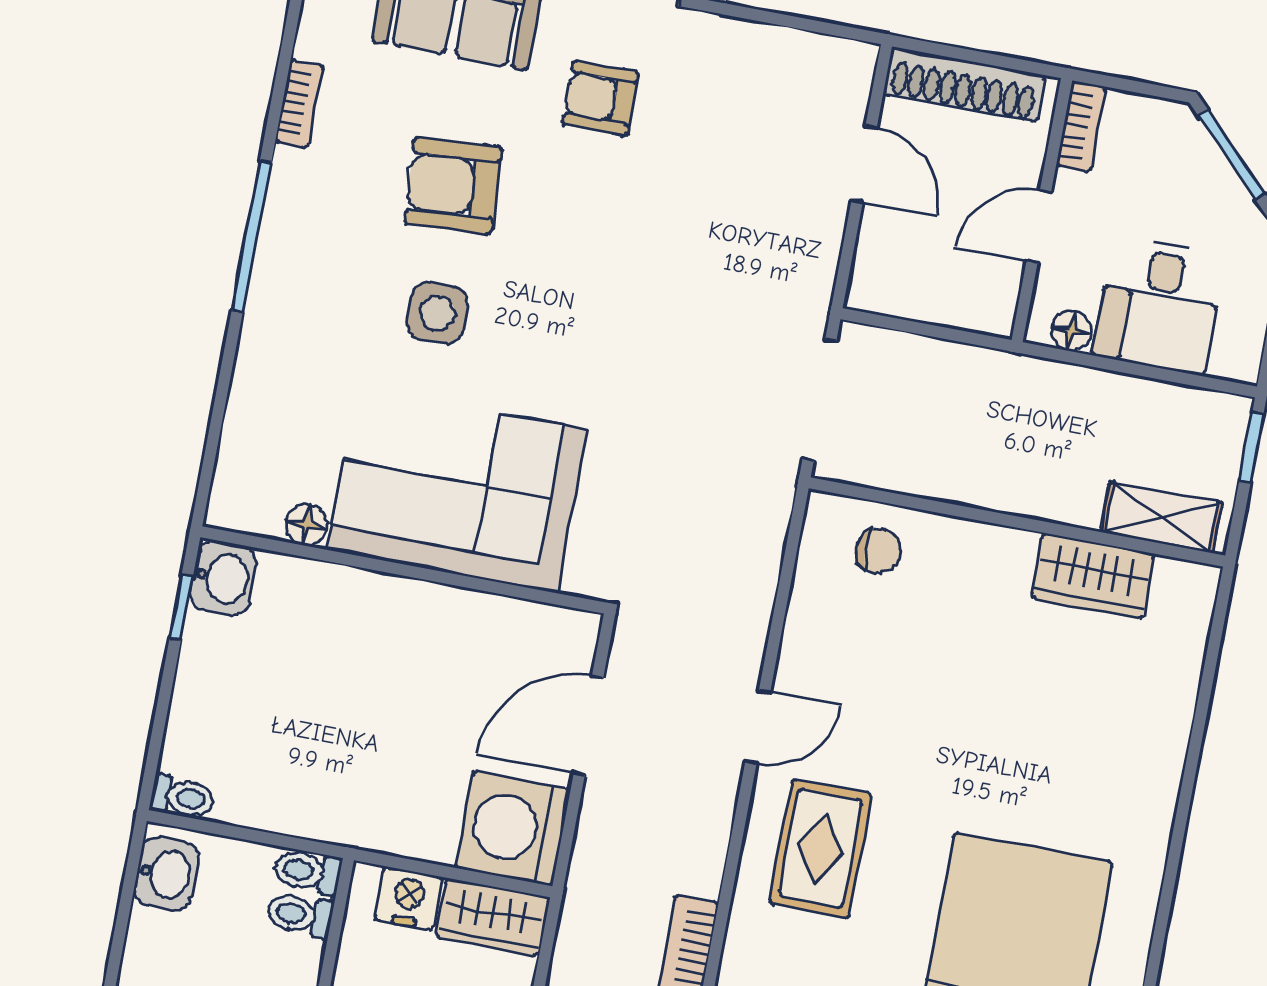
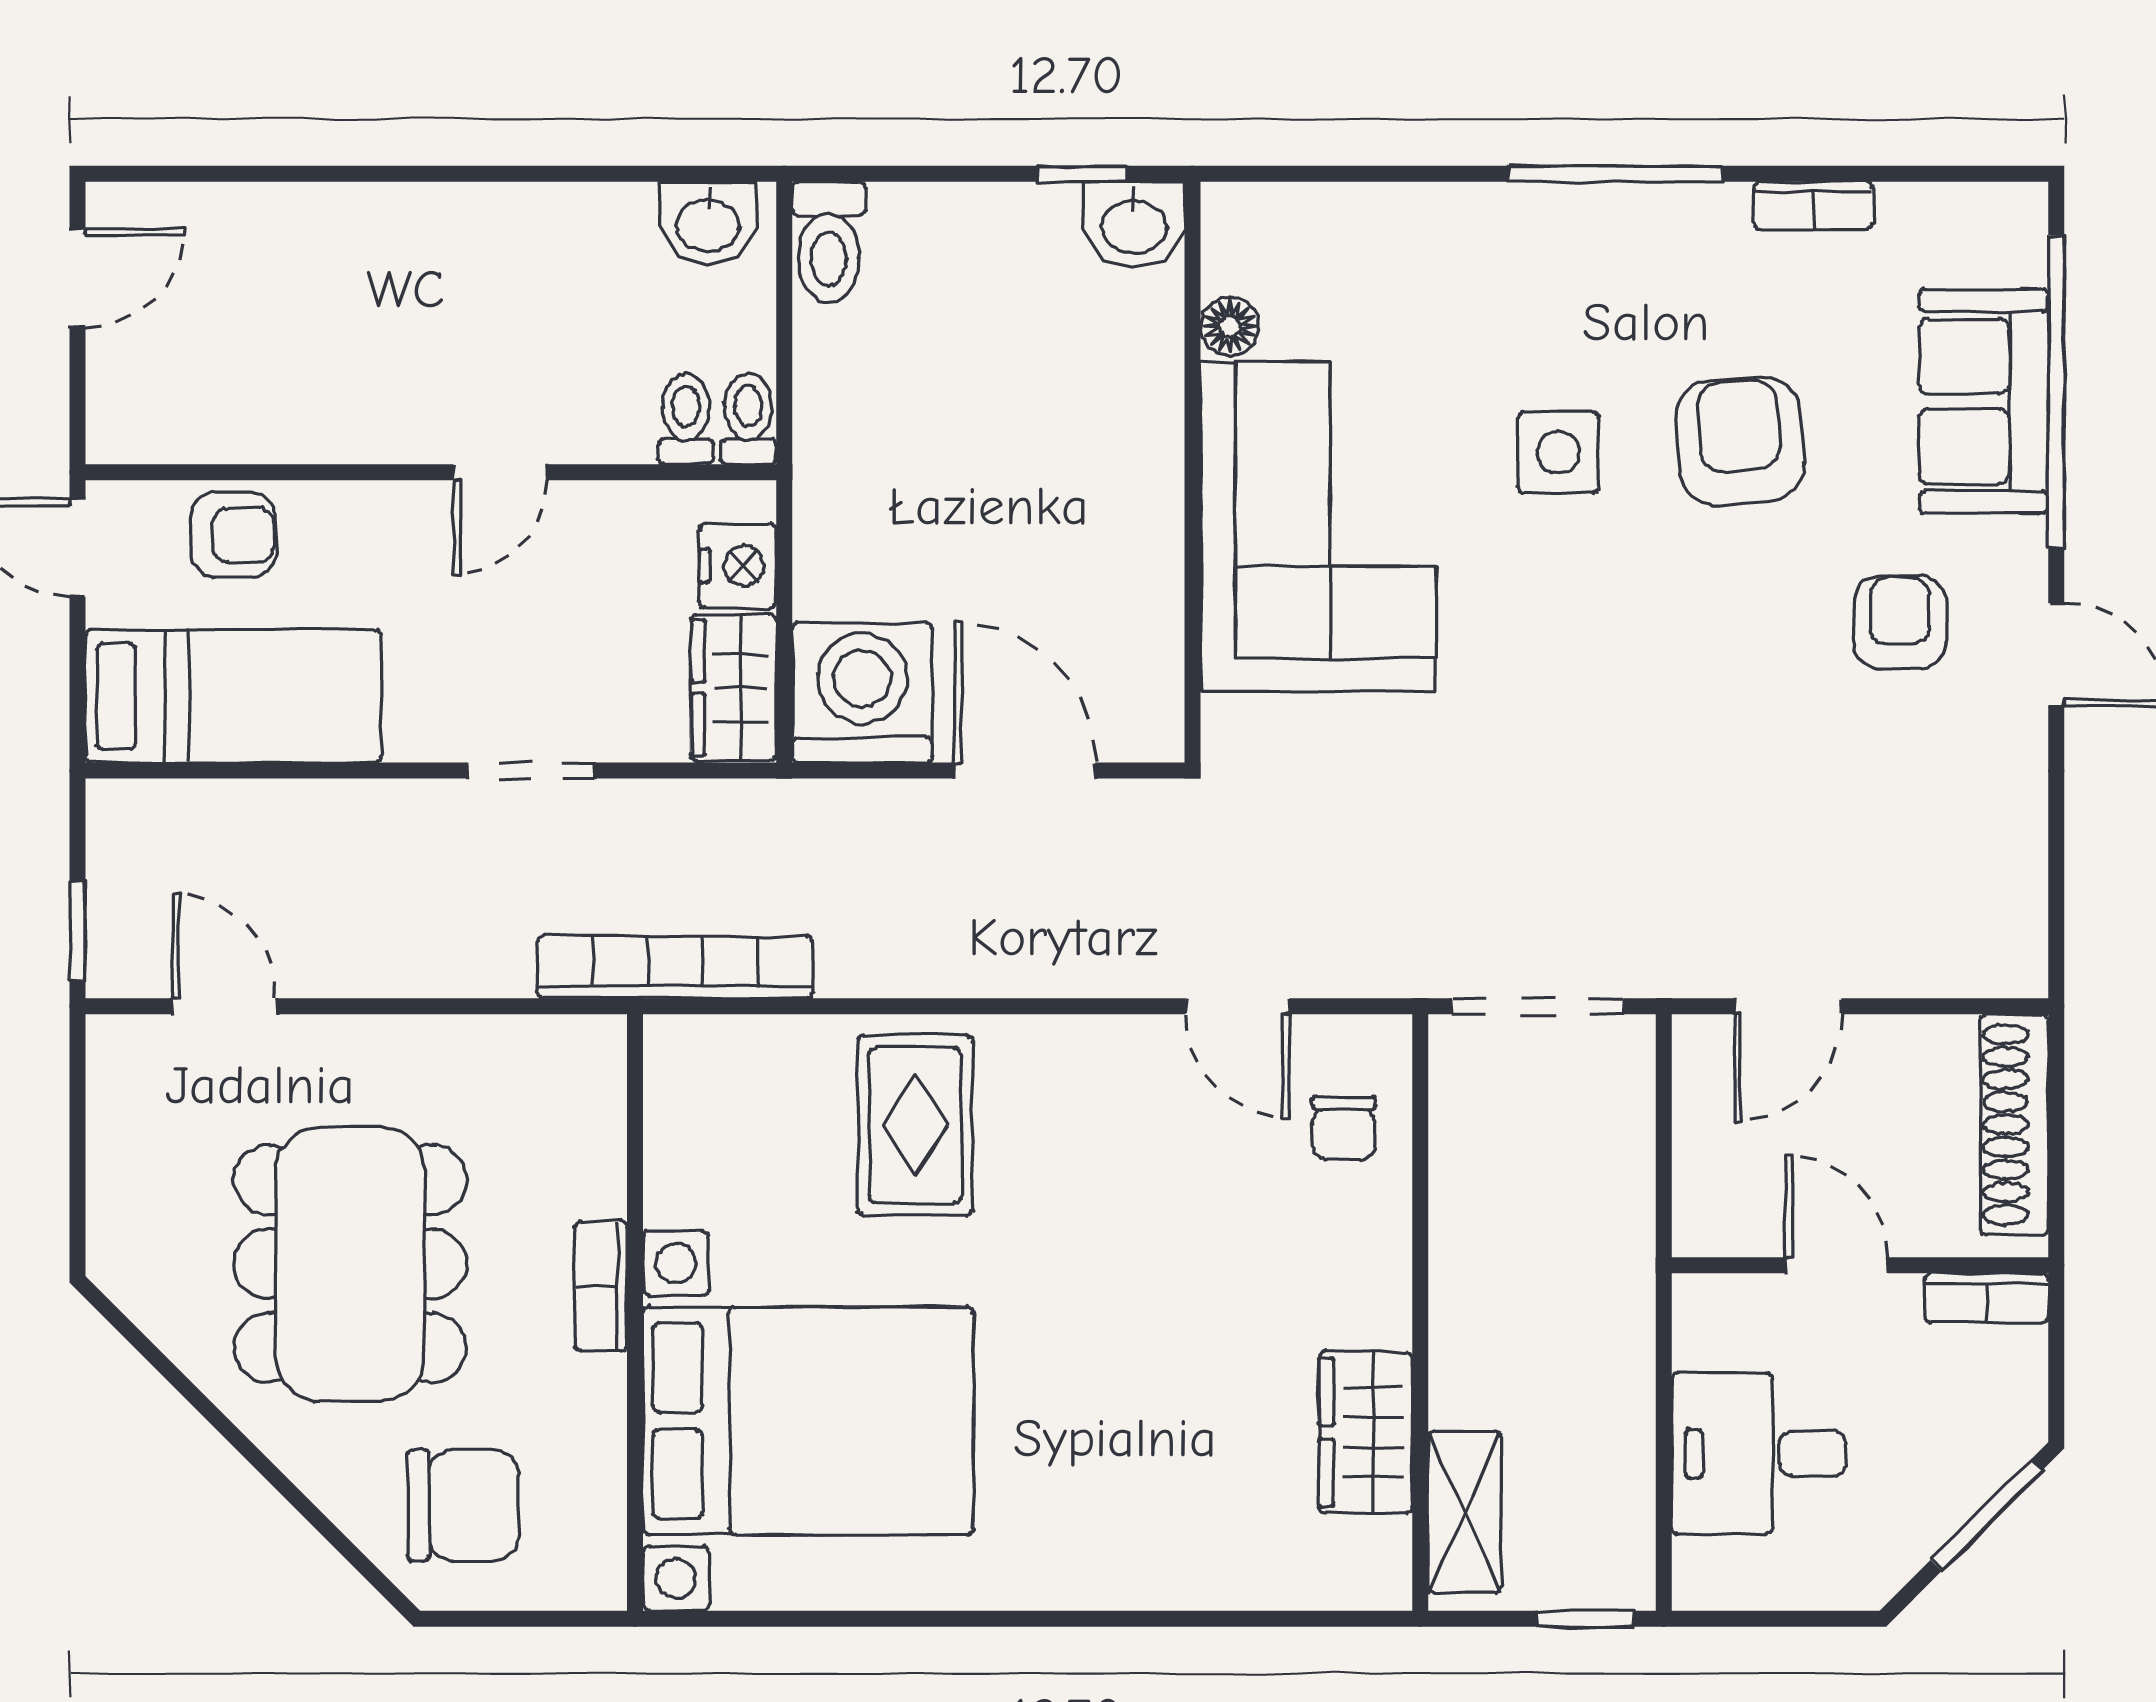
door: (864, 164) -> (1788, 1006), moved
floor lamp: (1071, 331) -> (1700, 1338), removed
door: (758, 727) -> (1238, 1006), moved
toilet: (182, 797) -> (829, 242), width x1.37, depth x1.39
rug: (820, 848) -> (915, 1125), turned 90

